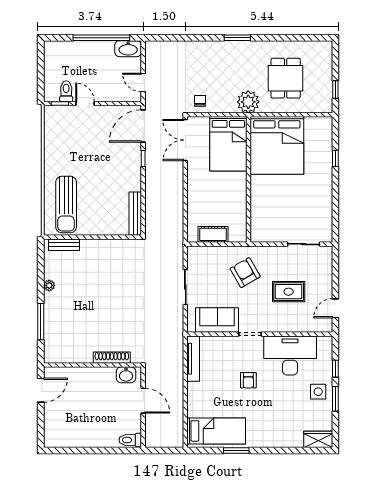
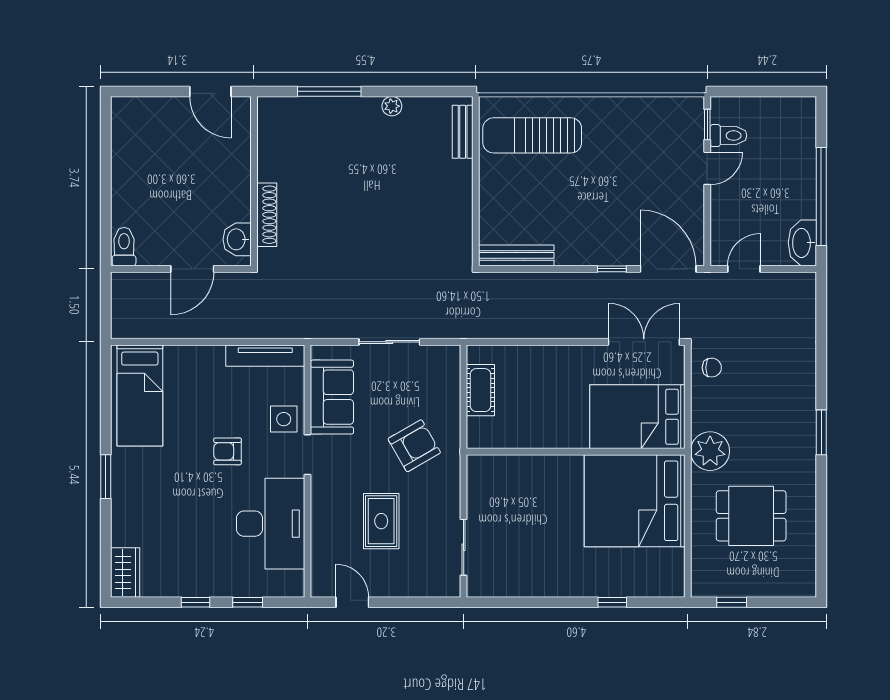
side table: (318, 392) -> (284, 419), moved
window: (335, 399) -> (196, 602), width x0.67
window: (236, 451) -> (106, 477), moved

